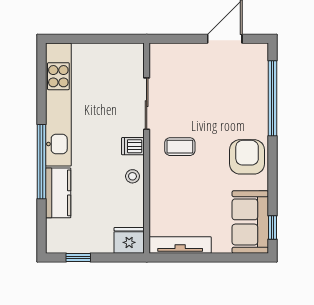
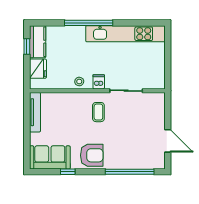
kitchen counter: (58, 193) -> (38, 42), moved, turned -90
window: (273, 227) -> (68, 172), moved
fridge: (129, 240) -> (38, 69), moved

